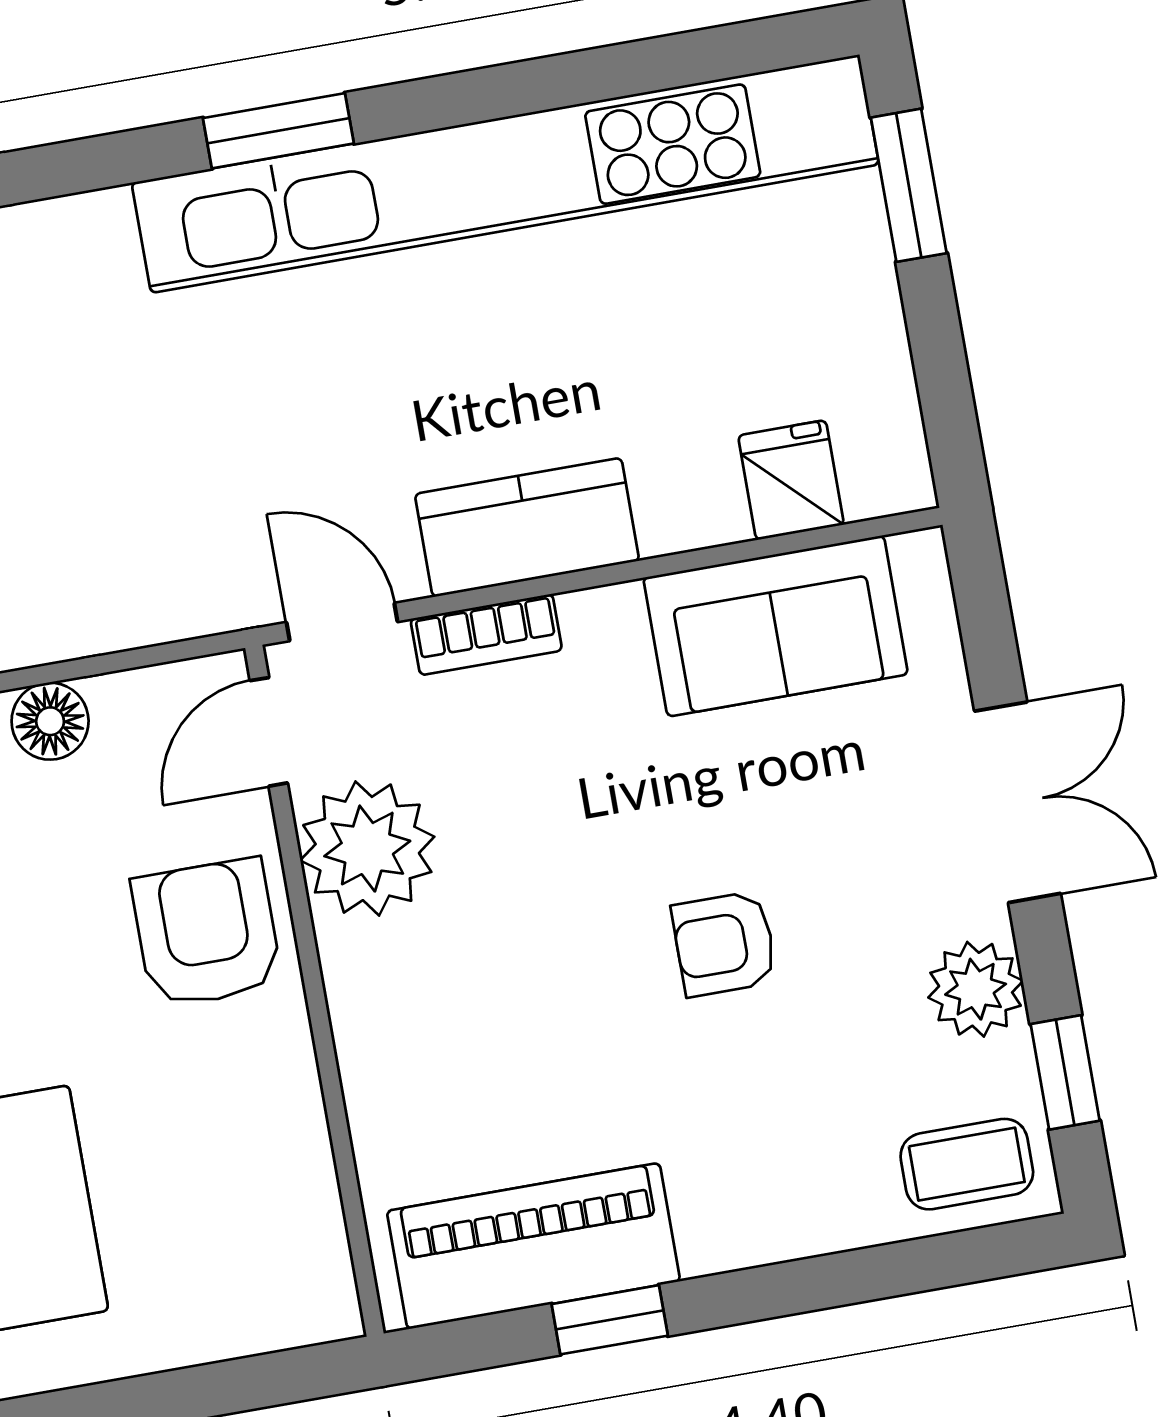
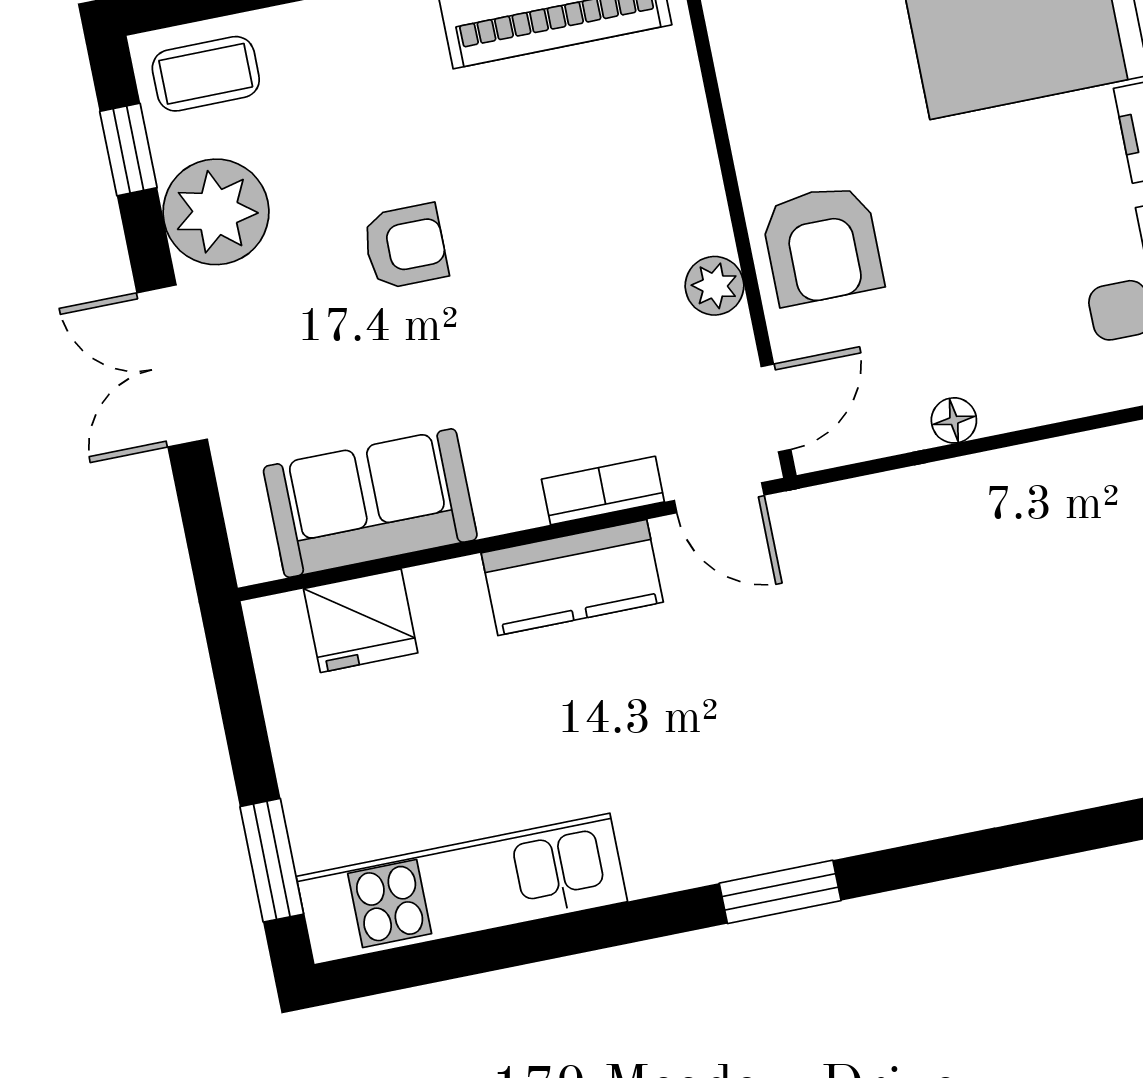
kitchen unit: (505, 174) -> (462, 889), width x0.54
fridge: (791, 480) -> (361, 621), width x1.38
floor lamp: (50, 721) -> (954, 420), width x0.73, depth x0.73
plant: (367, 849) -> (715, 286), width x0.53, depth x0.53
plant: (976, 989) -> (216, 212), width x1.36, depth x1.36

